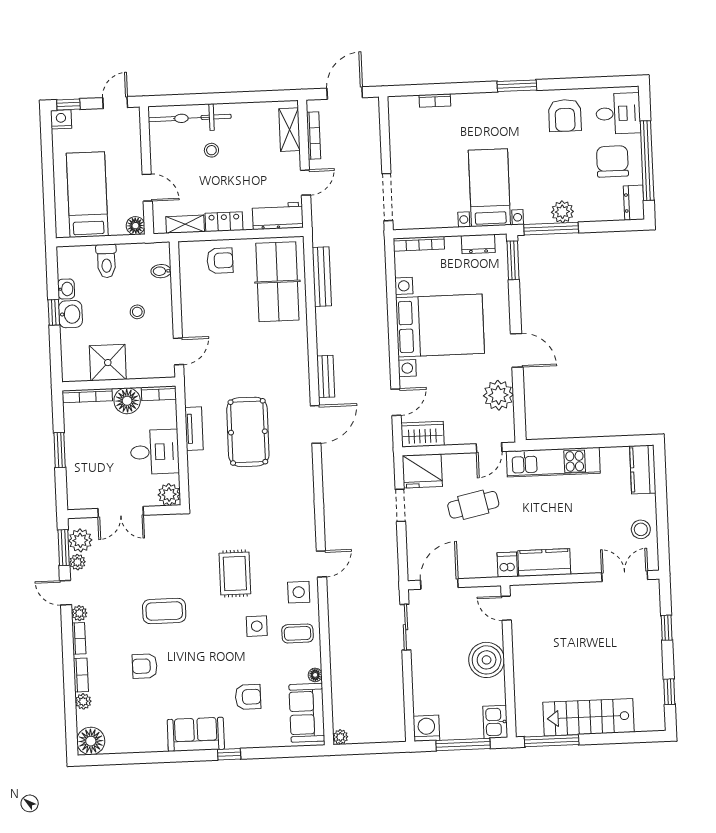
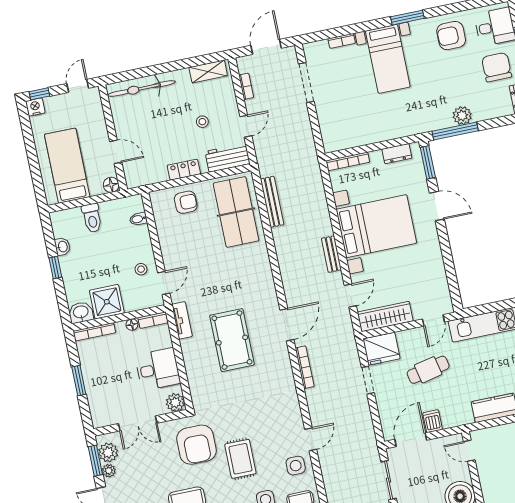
armchair: (565, 115) -> (451, 36), turned 90
shelving: (289, 130) -> (208, 71), moved, turned 90
bookcase: (314, 136) -> (246, 86), width x0.64
stool: (211, 150) -> (202, 122), moved
bed with nightstands: (489, 188) -> (388, 59), moved, turned 180
doorway: (387, 197) -> (306, 83), moved
shelving: (185, 224) -> (152, 177), removed
stool: (137, 312) -> (141, 269), moved
washbasin: (70, 314) -> (81, 312), moved, turned -90
door: (517, 350) -> (437, 206), moved
bench: (326, 376) -> (331, 254), moved
plant: (498, 395) -> (434, 276), removed
floor lamp: (127, 401) -> (132, 325), width x0.53, depth x0.53
tv unit: (194, 429) -> (182, 320), moved
wardrobe: (422, 434) -> (385, 316), width x1.50
bookcase: (328, 478) -> (305, 367), added
armchair: (186, 548) -> (196, 445), added
dishwasher: (507, 565) -> (433, 421), moved

